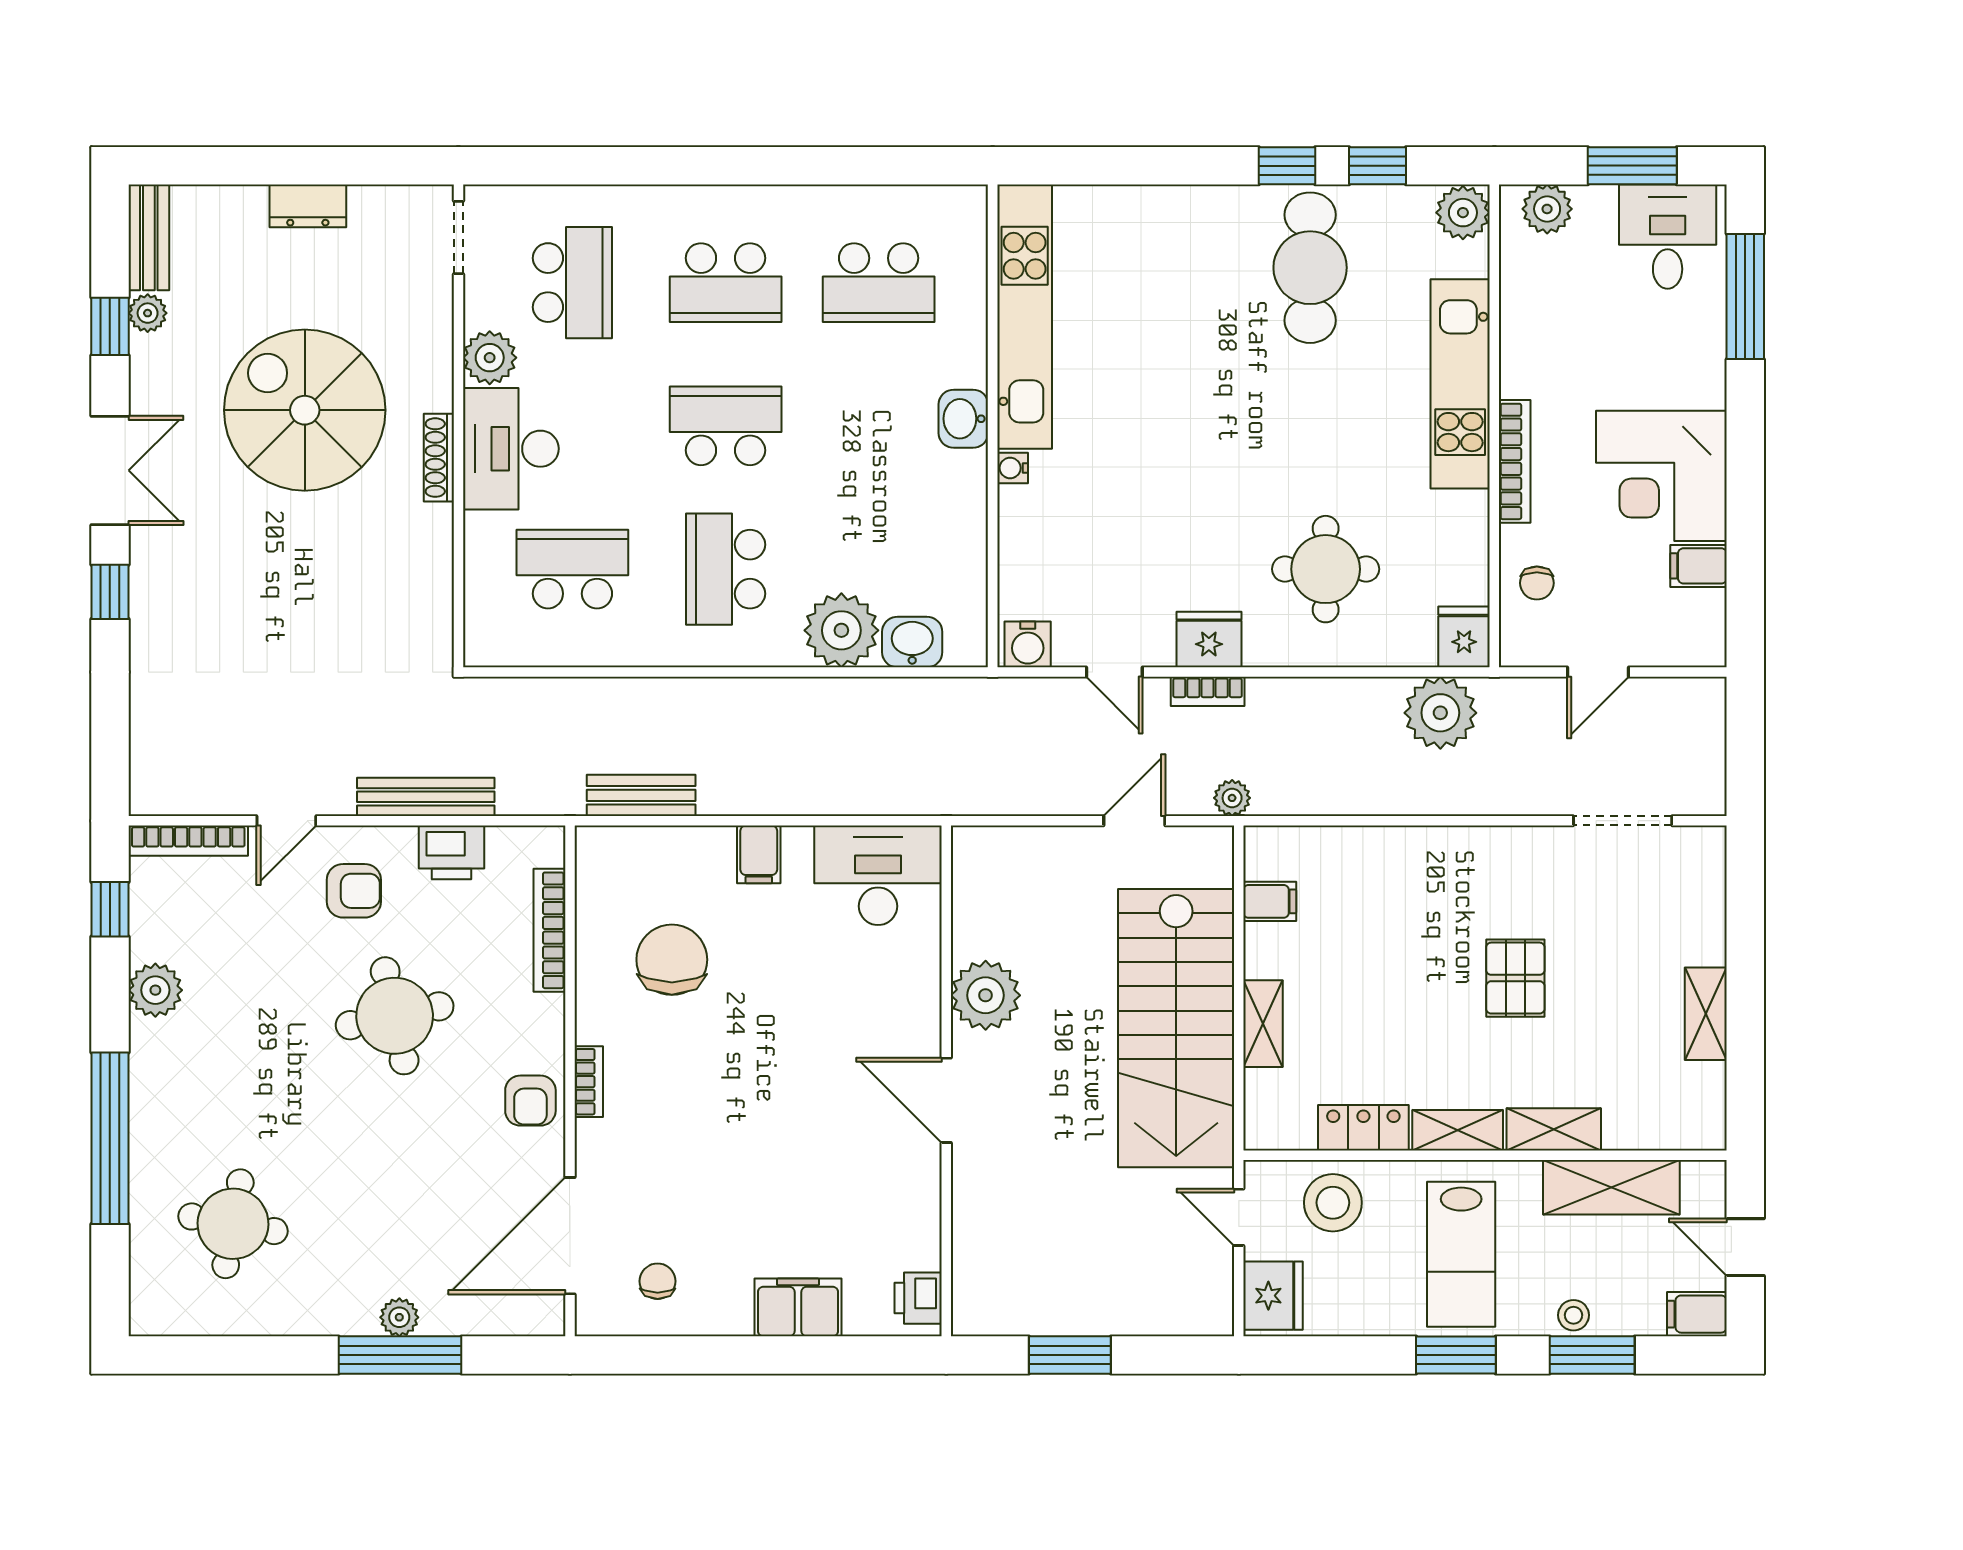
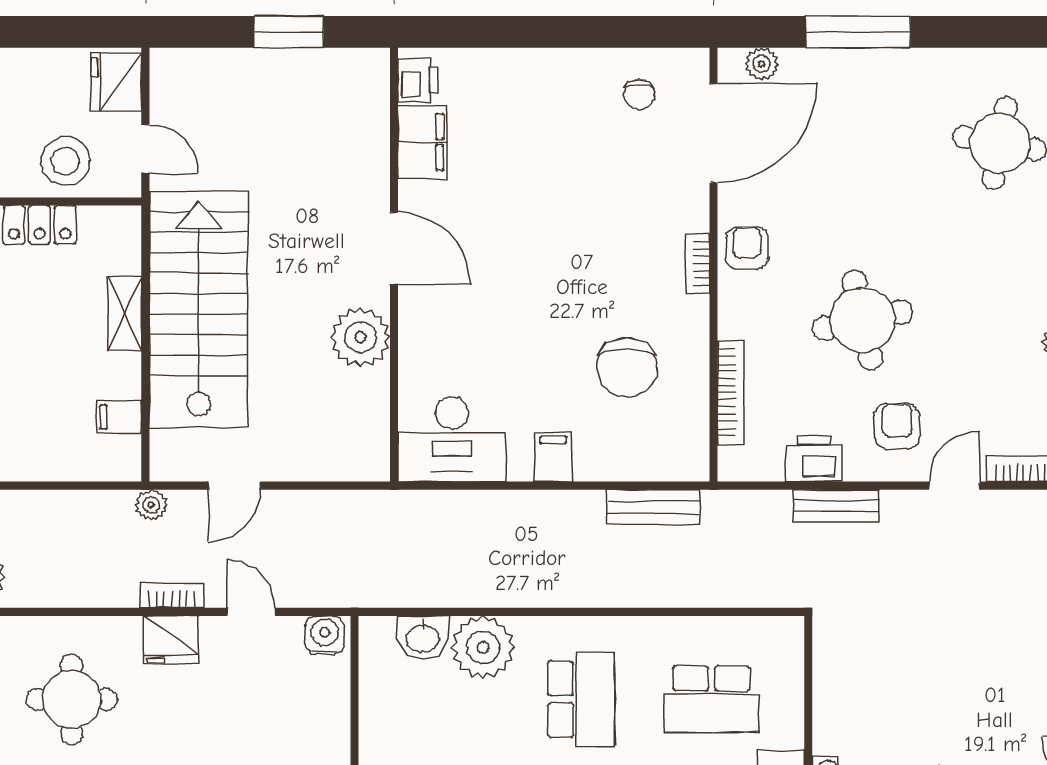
bench: (426, 797) -> (836, 506), width x0.73
armchair: (354, 891) -> (897, 426), turned 90
filing cabinet: (798, 1307) -> (422, 142), moved, turned -90
plant: (399, 1317) -> (762, 64), moved

